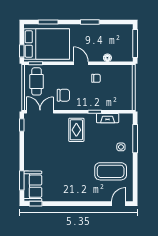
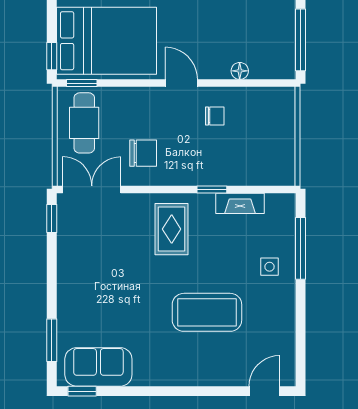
coffee table: (111, 171) -> (207, 312), moved
sofa: (33, 186) -> (98, 367), moved, turned -90

